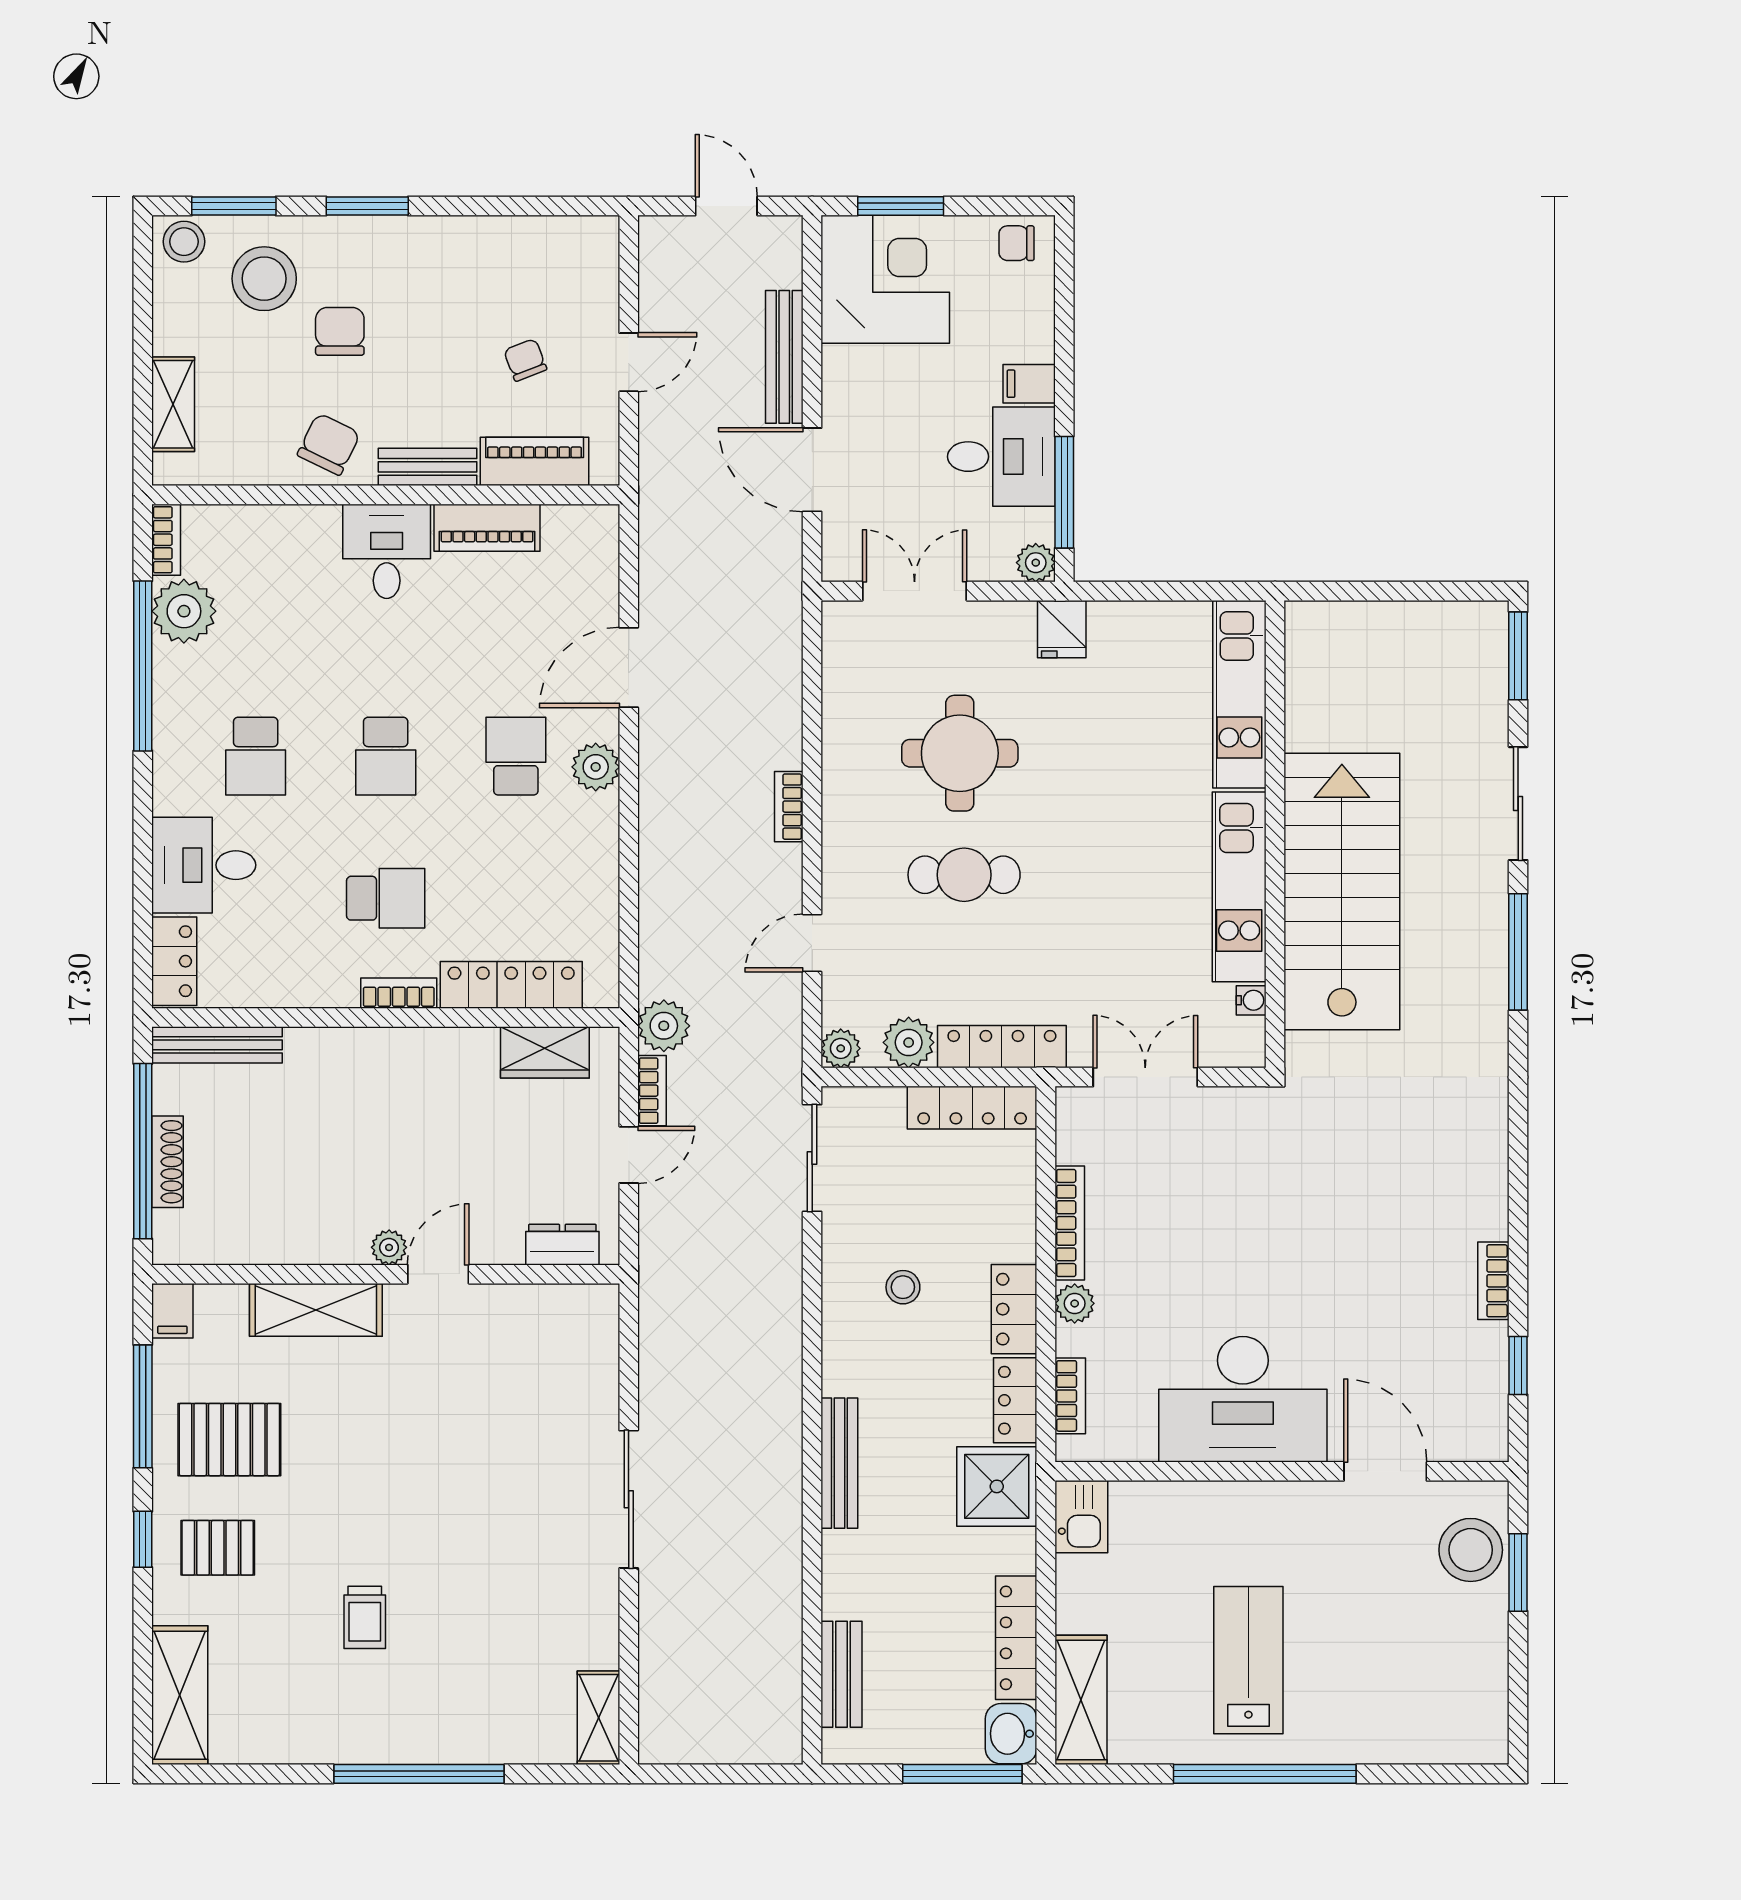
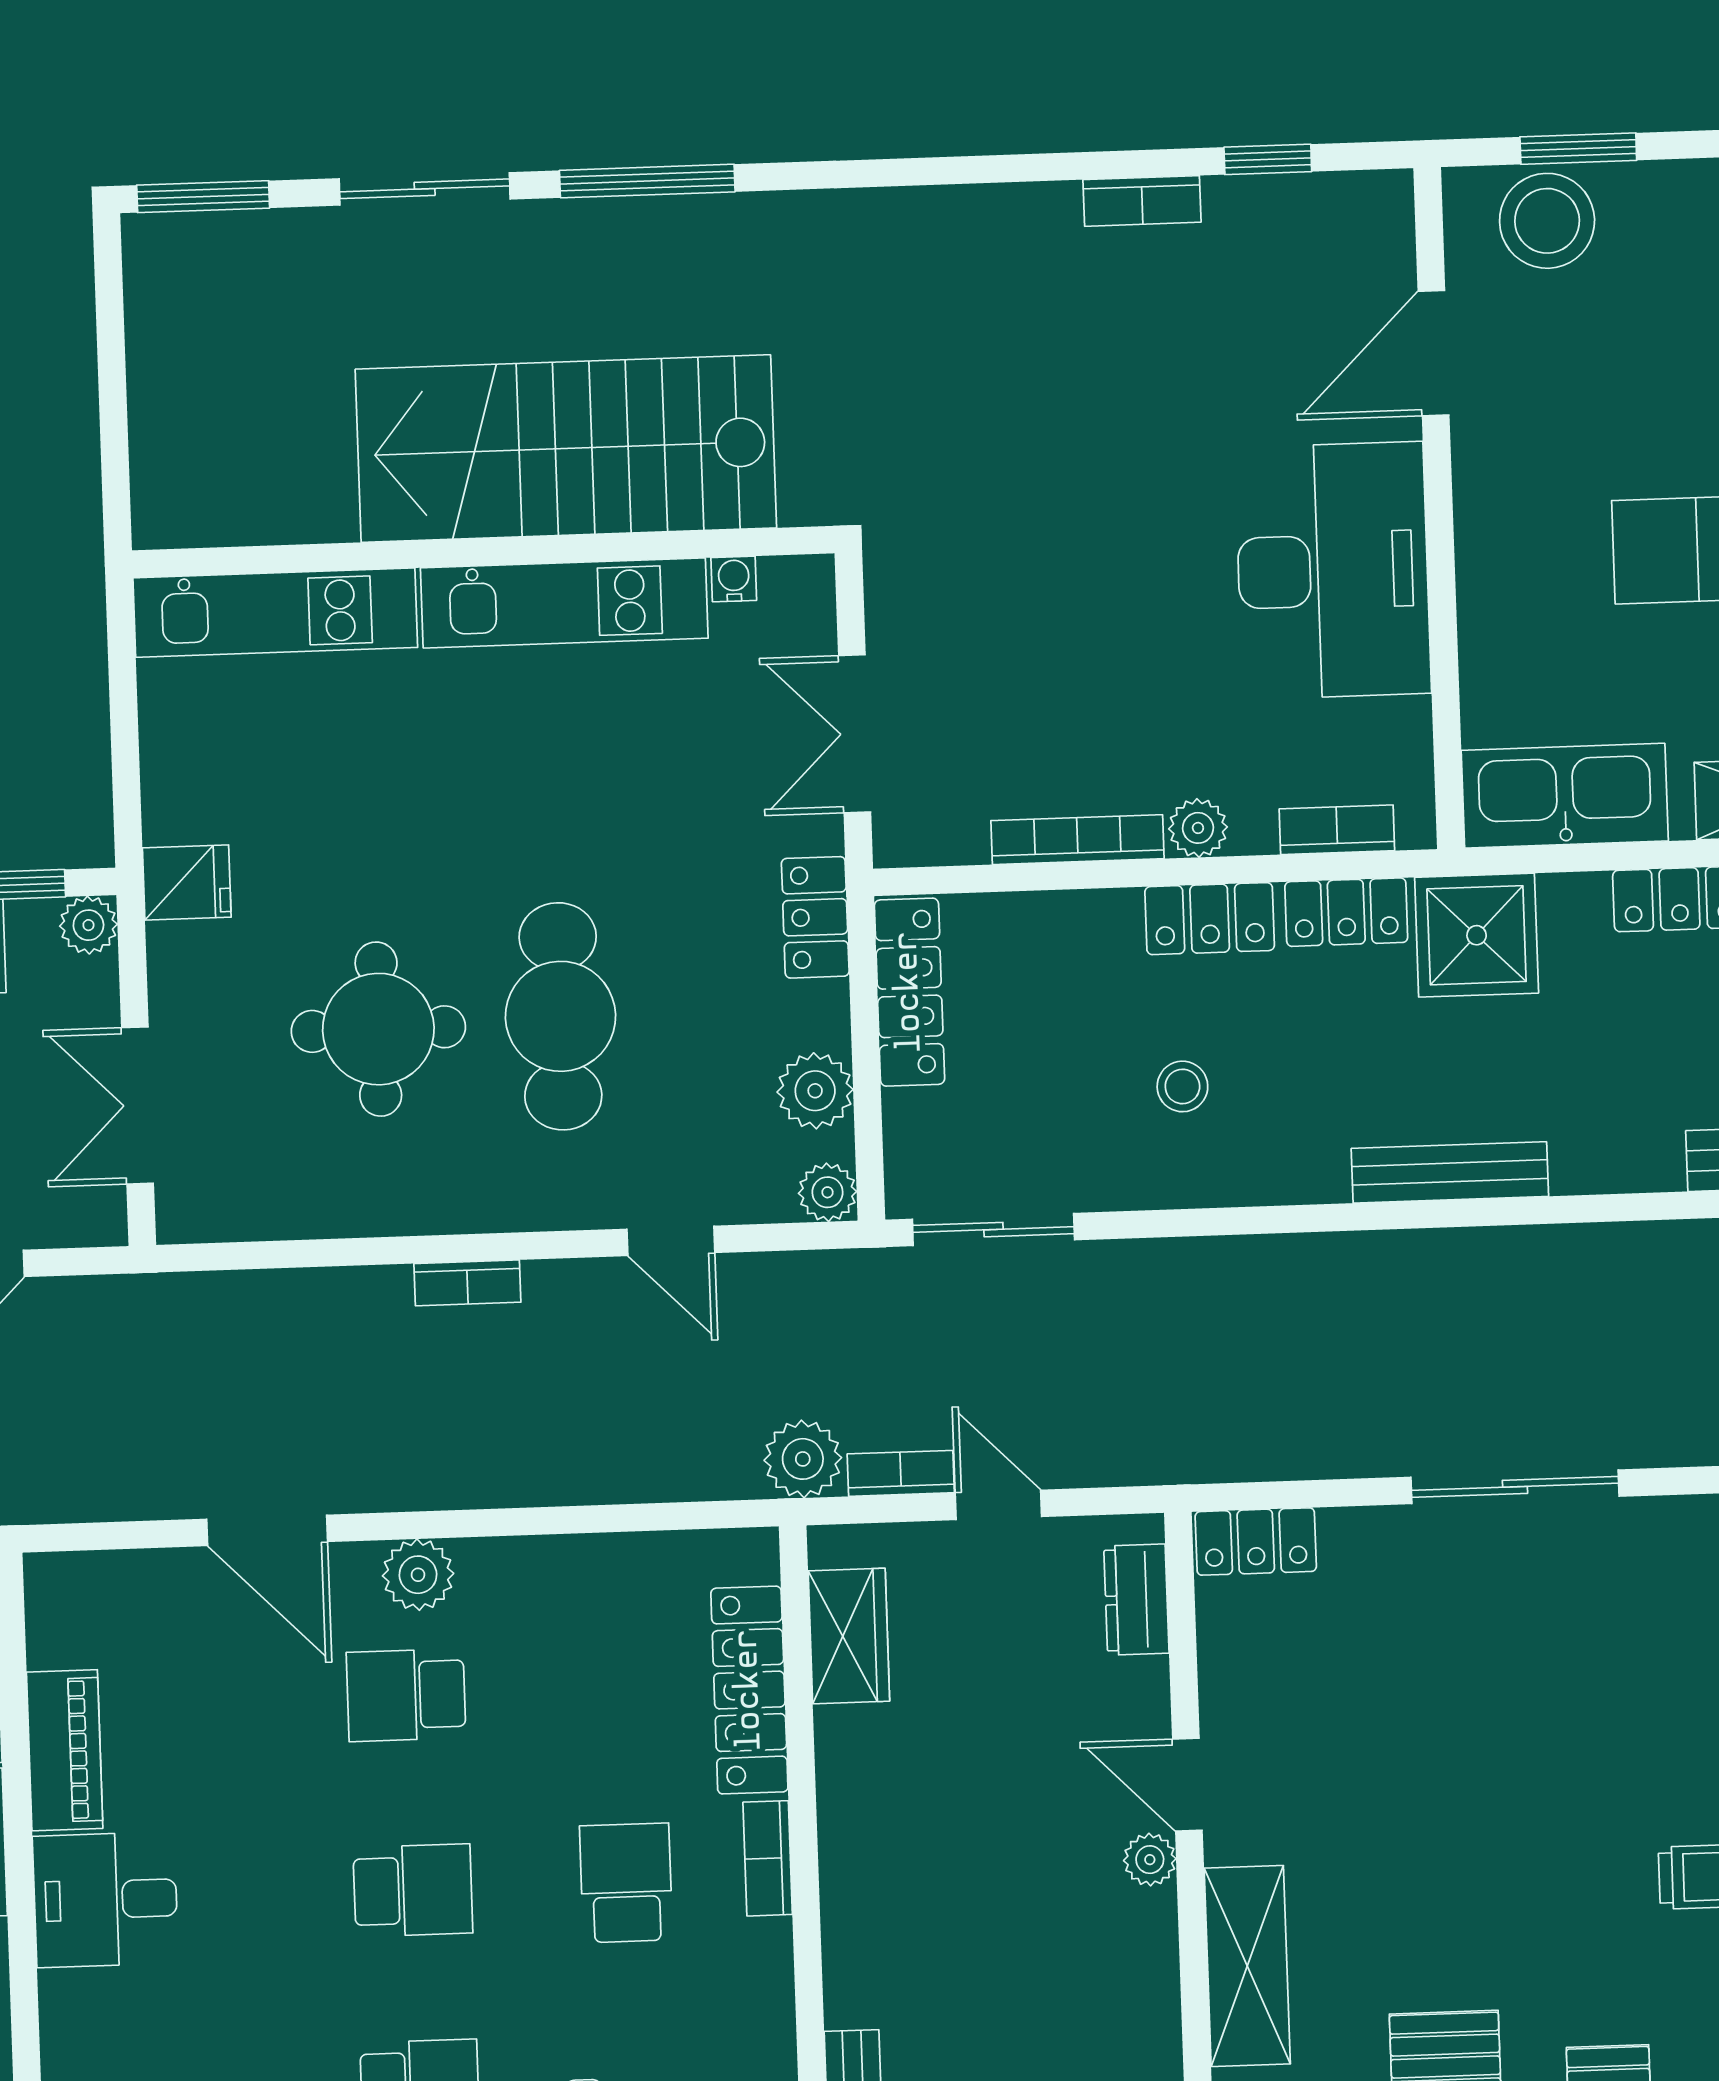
cafe table: (964, 875) -> (560, 1016), width x1.37, depth x1.35
locker: (1002, 1047) -> (815, 917), width x0.66
locker: (598, 1325) -> (1256, 1542), added
kitchen sink: (1081, 1517) -> (1565, 796), width x1.88, depth x1.24

